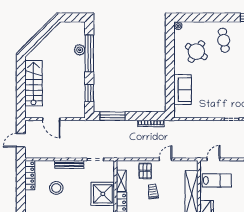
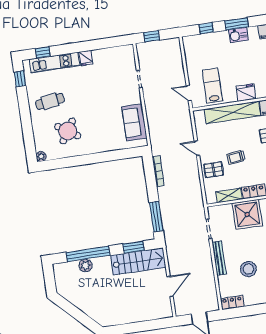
stairs: (33, 83) -> (138, 261), moved, turned 180
sofa: (183, 90) -> (134, 122), moved, turned -90
locker: (30, 175) -> (232, 303), width x0.66

